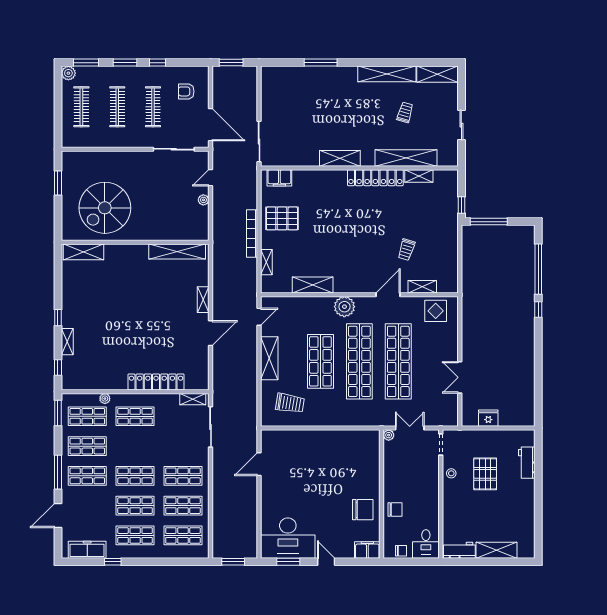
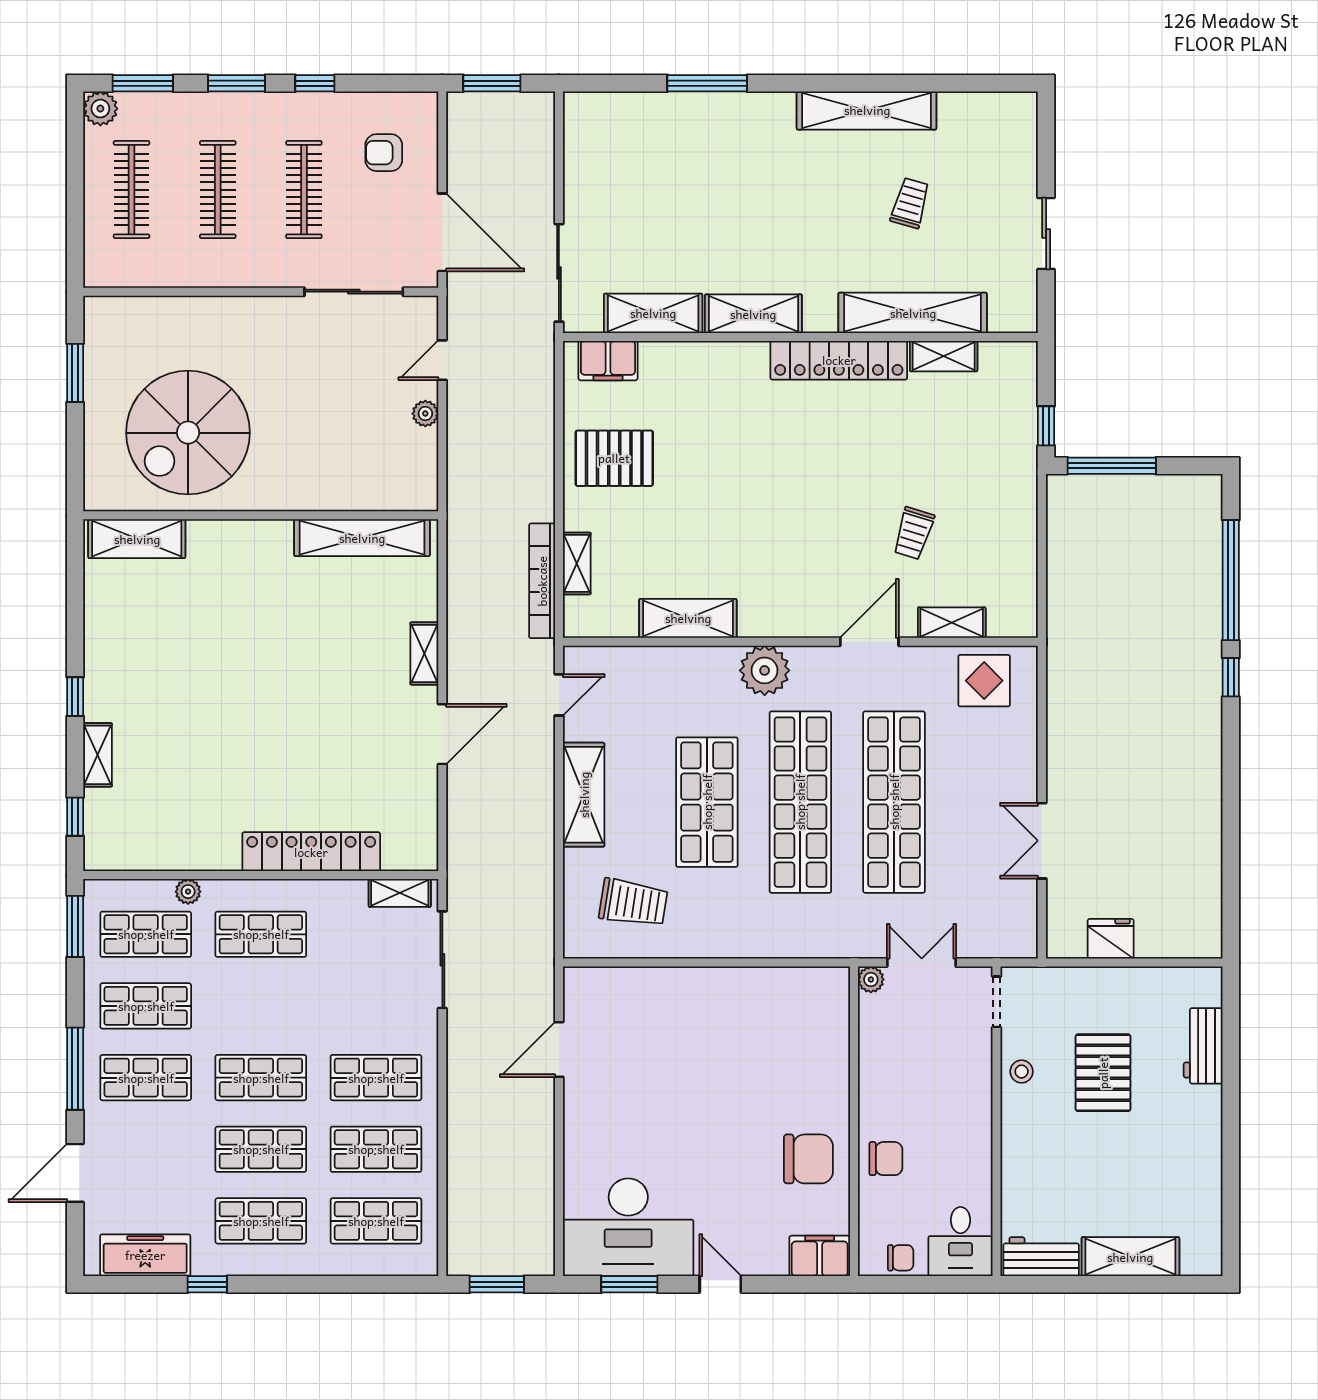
shelving: (437, 74) -> (653, 313), moved
bookcase: (252, 233) -> (542, 581), moved

